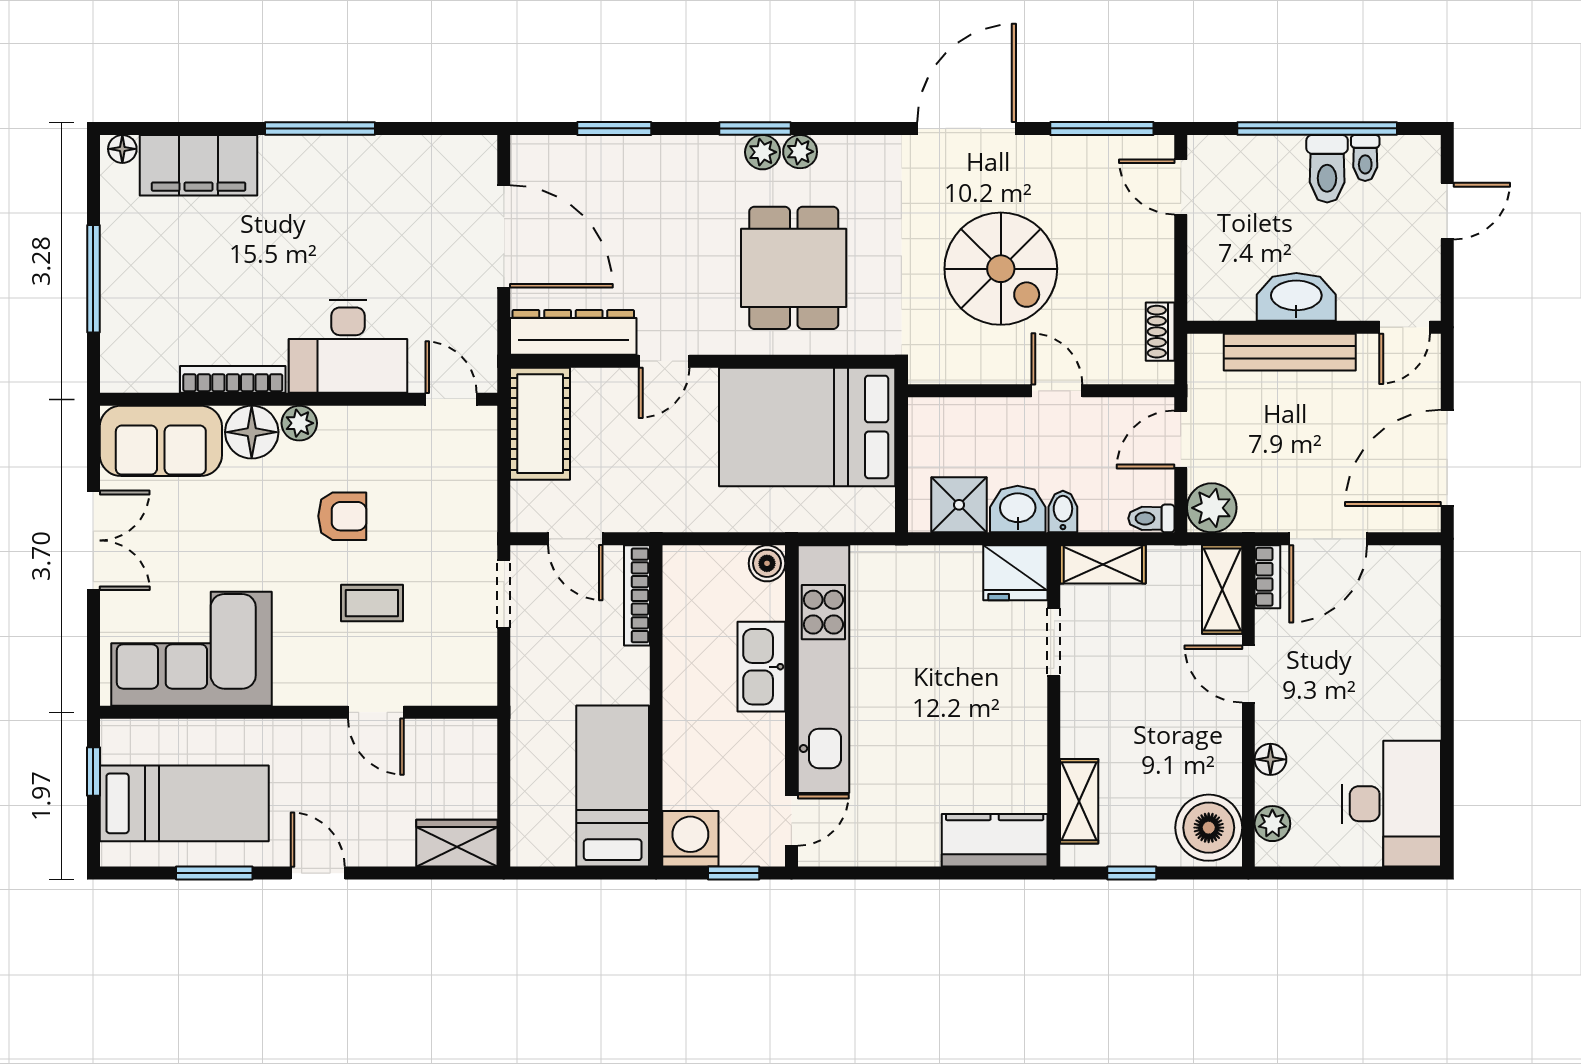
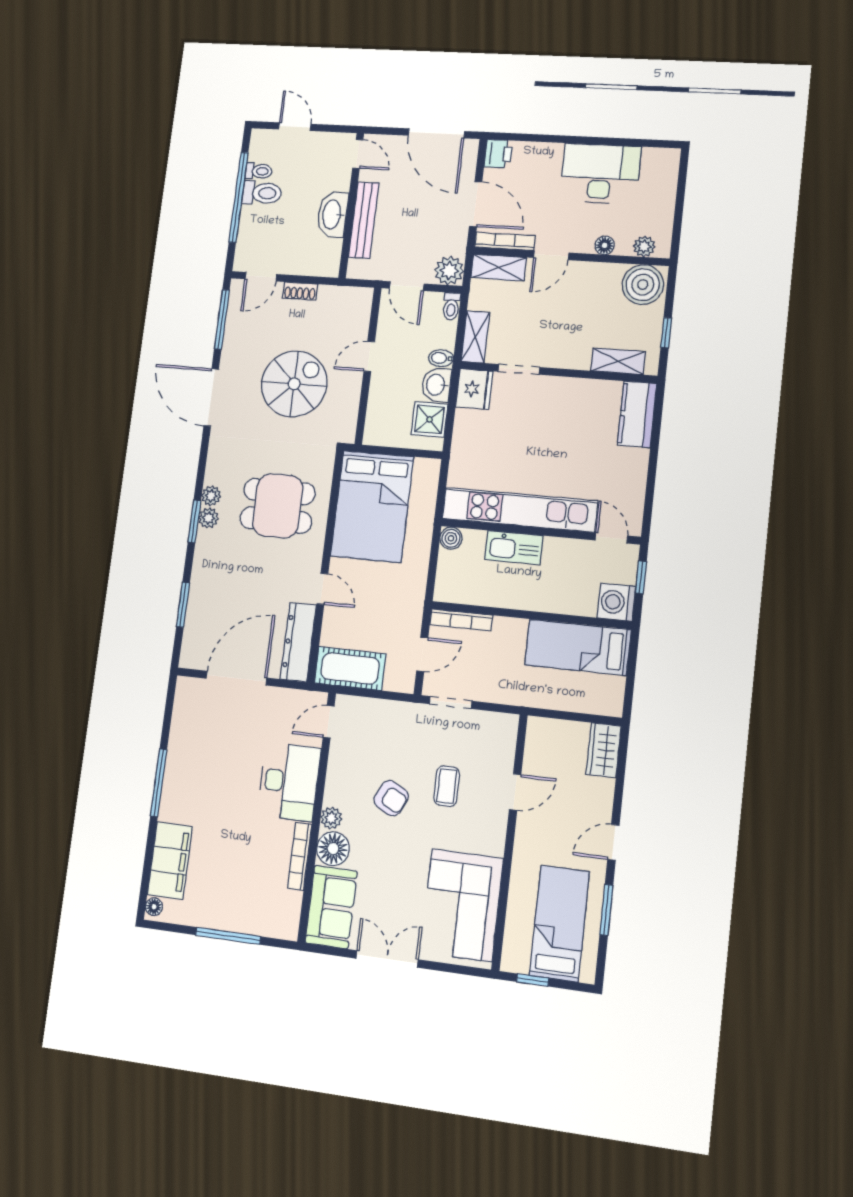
shoe rack: (1160, 332) -> (300, 291), moved
armchair: (342, 516) -> (391, 798), turned 117
printer: (1417, 567) -> (498, 154), added
bookcase: (1267, 577) -> (505, 241), width x1.56
desk: (1391, 804) -> (600, 174), moved

